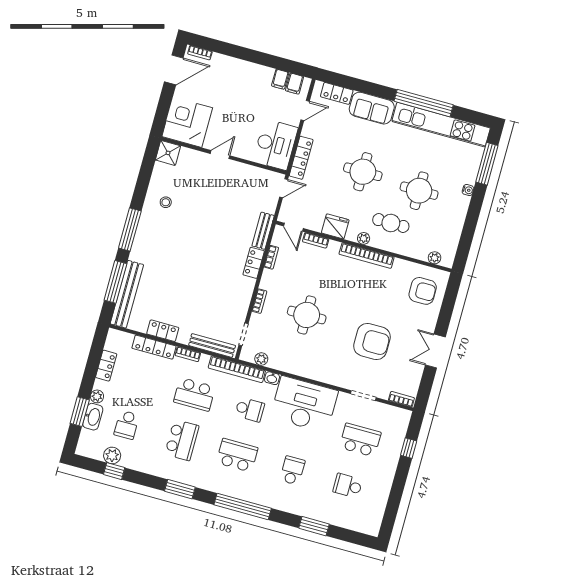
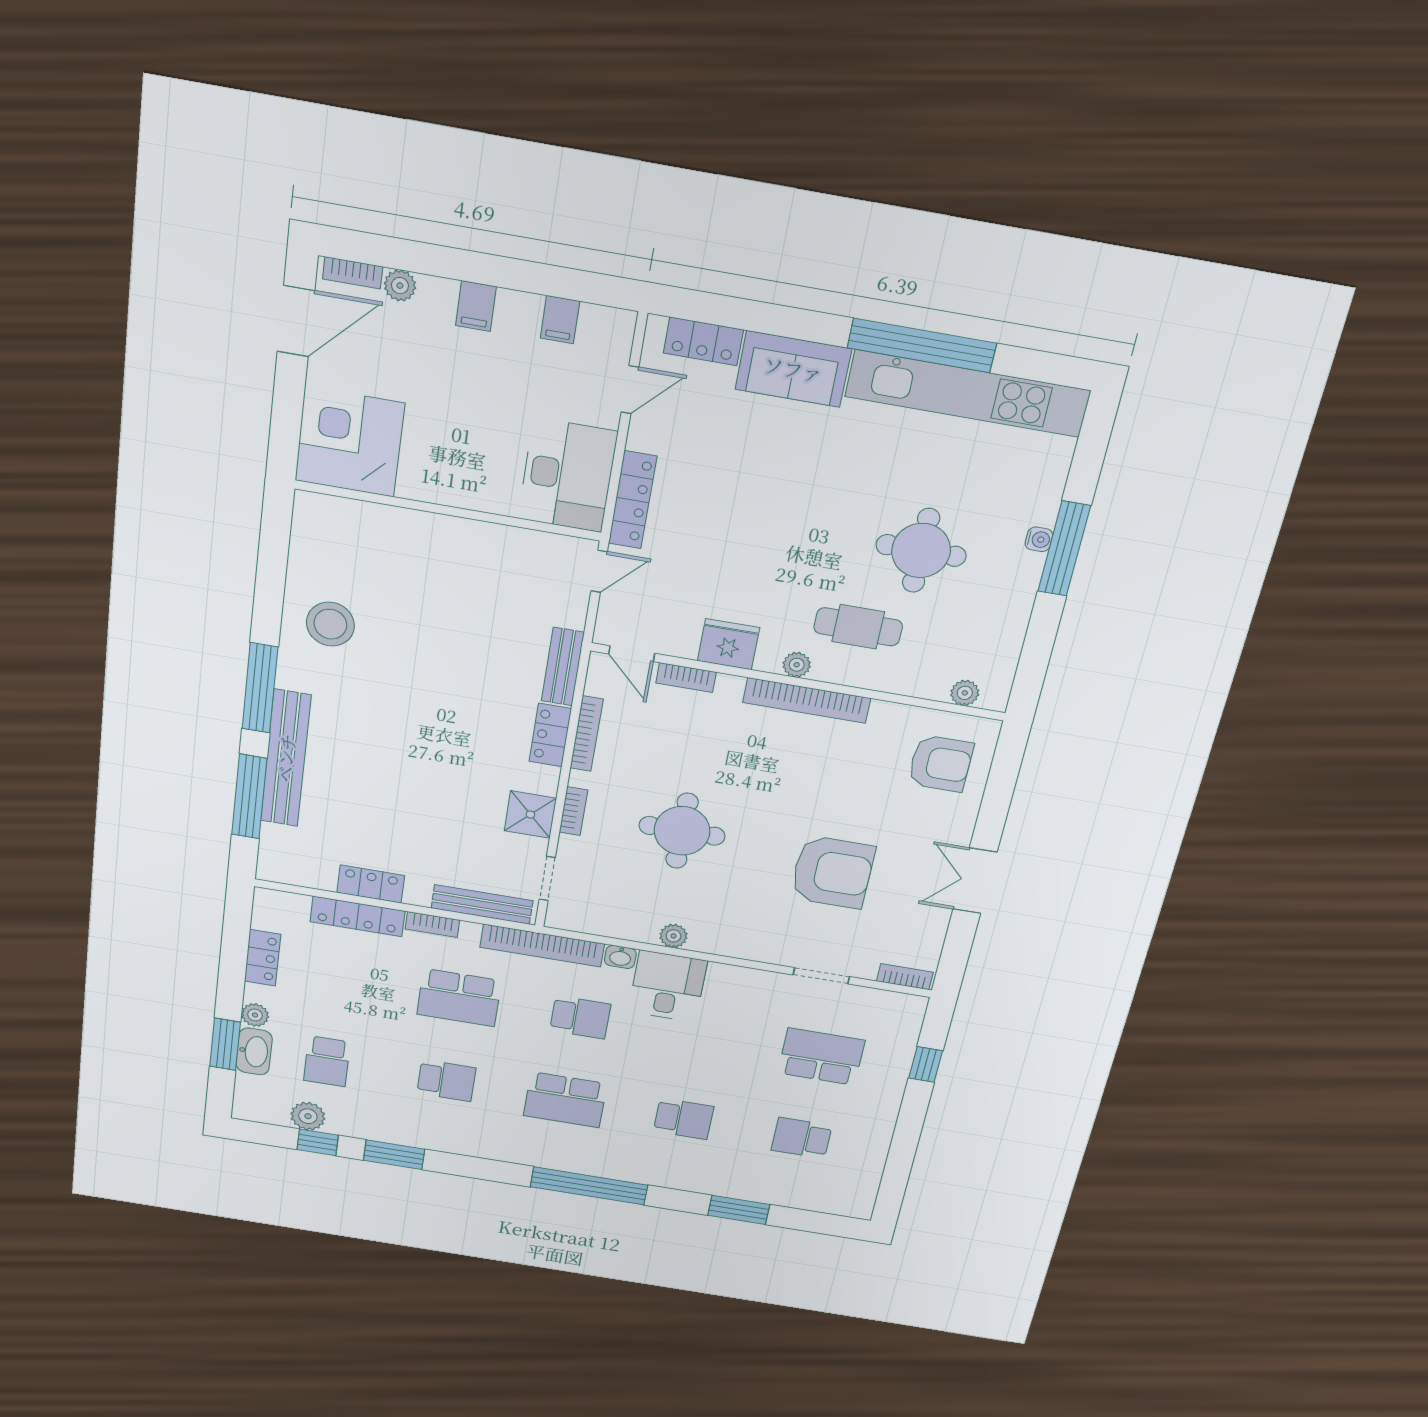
plant: (218, 59) -> (400, 286), added
filing cabinet: (294, 84) -> (476, 306), moved
shower: (168, 153) -> (530, 815), moved
door: (220, 155) -> (439, 509), removed
window: (487, 164) -> (1064, 549), moved
round table: (363, 172) -> (783, 519), removed
stool: (166, 202) -> (330, 624), width x1.89, depth x1.89
bookcase: (271, 257) -> (587, 734), width x1.56
bench: (127, 294) -> (286, 758), moved
plant: (261, 359) -> (673, 936), moved
desk: (304, 404) -> (668, 986), width x0.53, depth x0.77
school desk: (182, 440) -> (446, 1081), width x0.54
school desk: (237, 455) -> (565, 1100), turned 180
school desk: (292, 470) -> (684, 1119), turned 90
window: (180, 489) -> (394, 1155), moved

